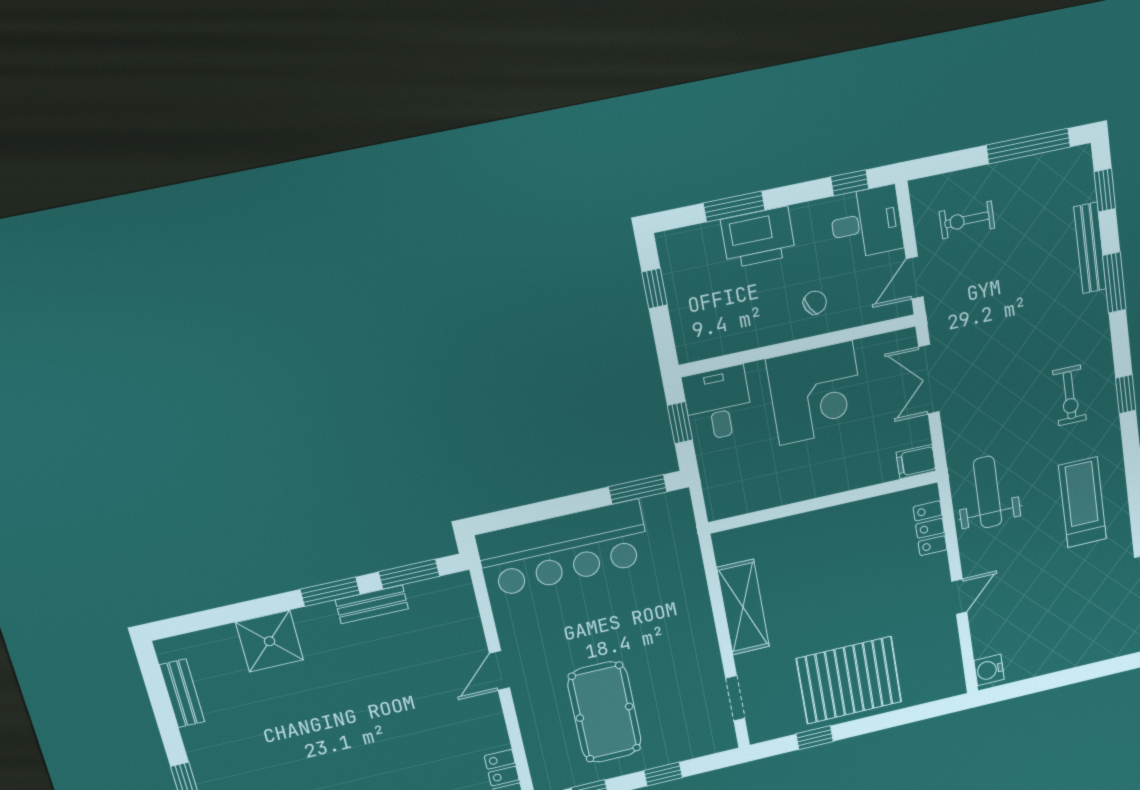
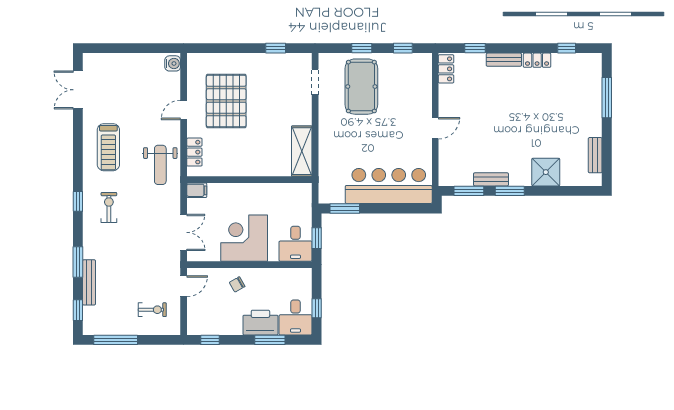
desk: (866, 223) -> (296, 317), moved, turned -90
shelving: (743, 607) -> (302, 151), moved
pallet: (849, 680) -> (226, 101), moved, turned 90
pool table: (605, 712) -> (361, 87), moved

